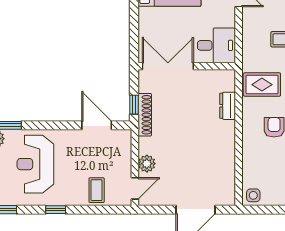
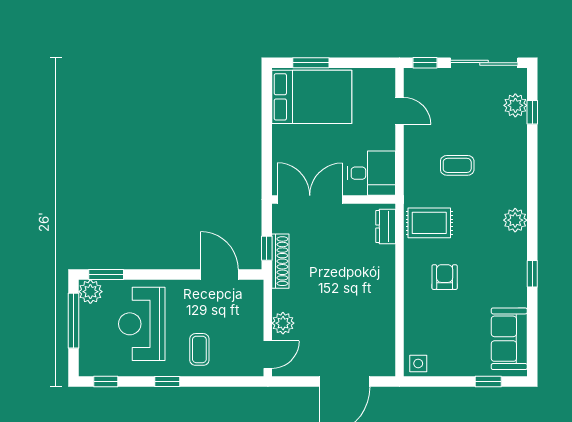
dresser: (228, 106) -> (386, 227), moved
coffee table: (97, 190) -> (199, 349), moved

